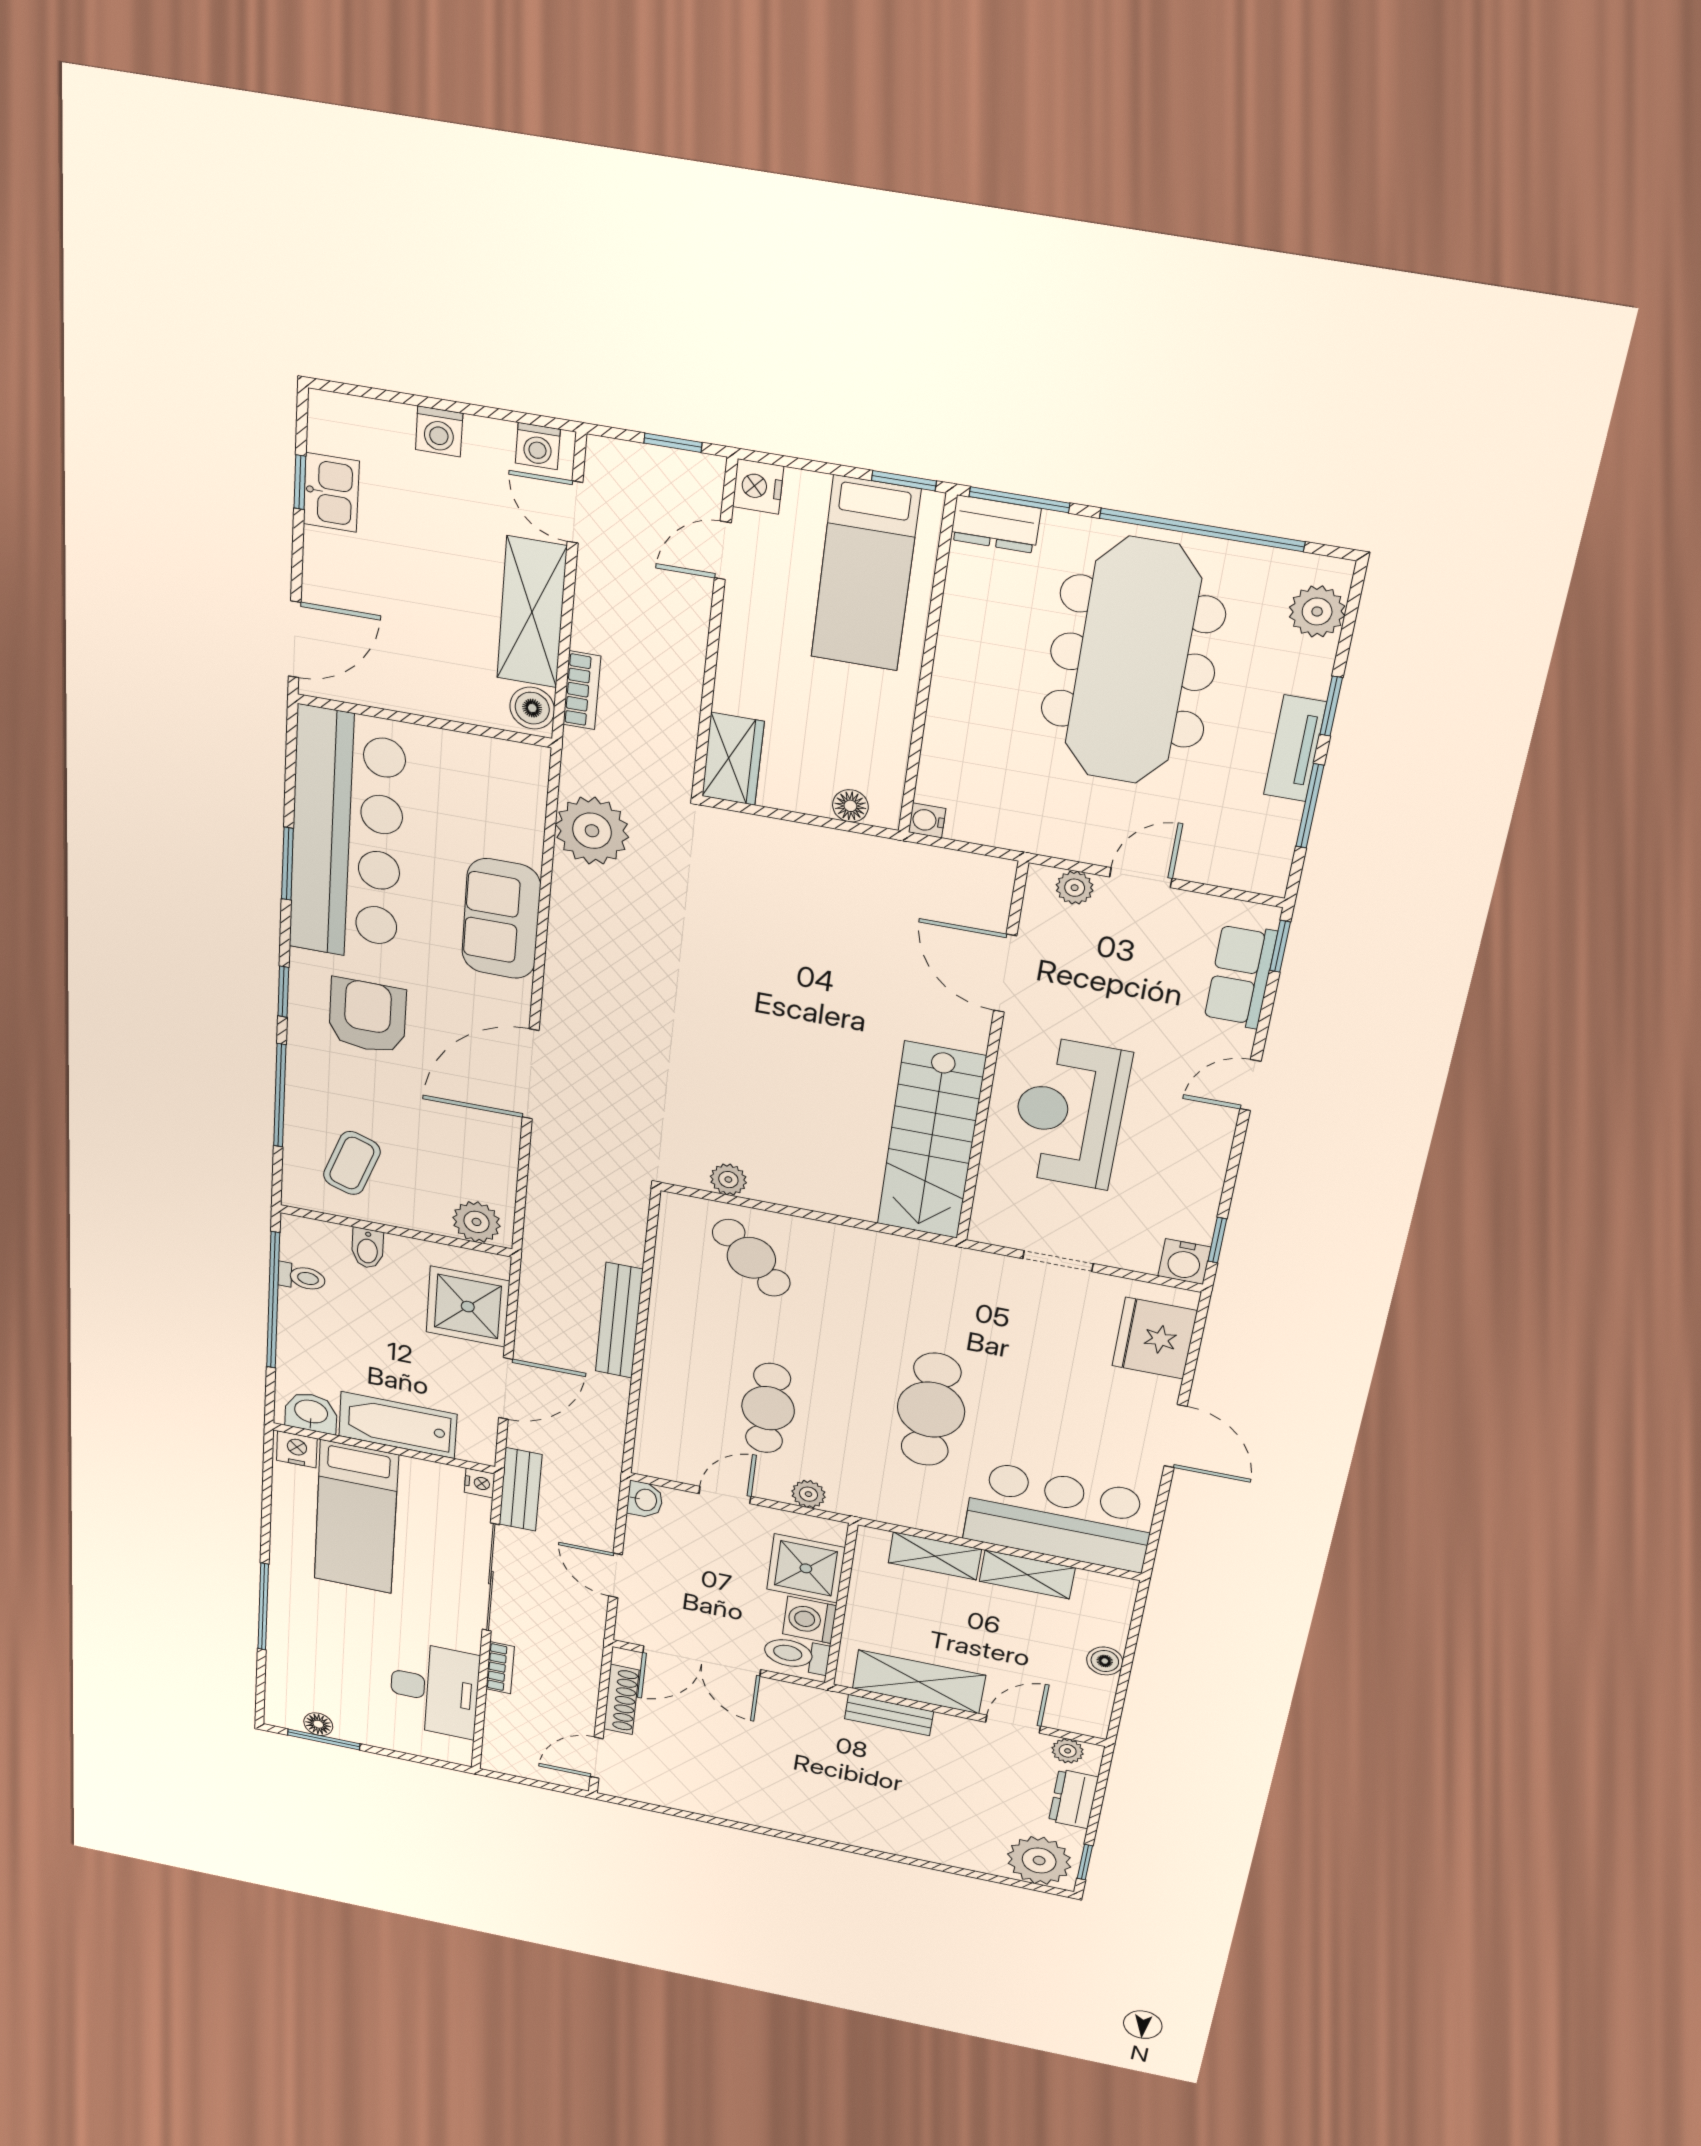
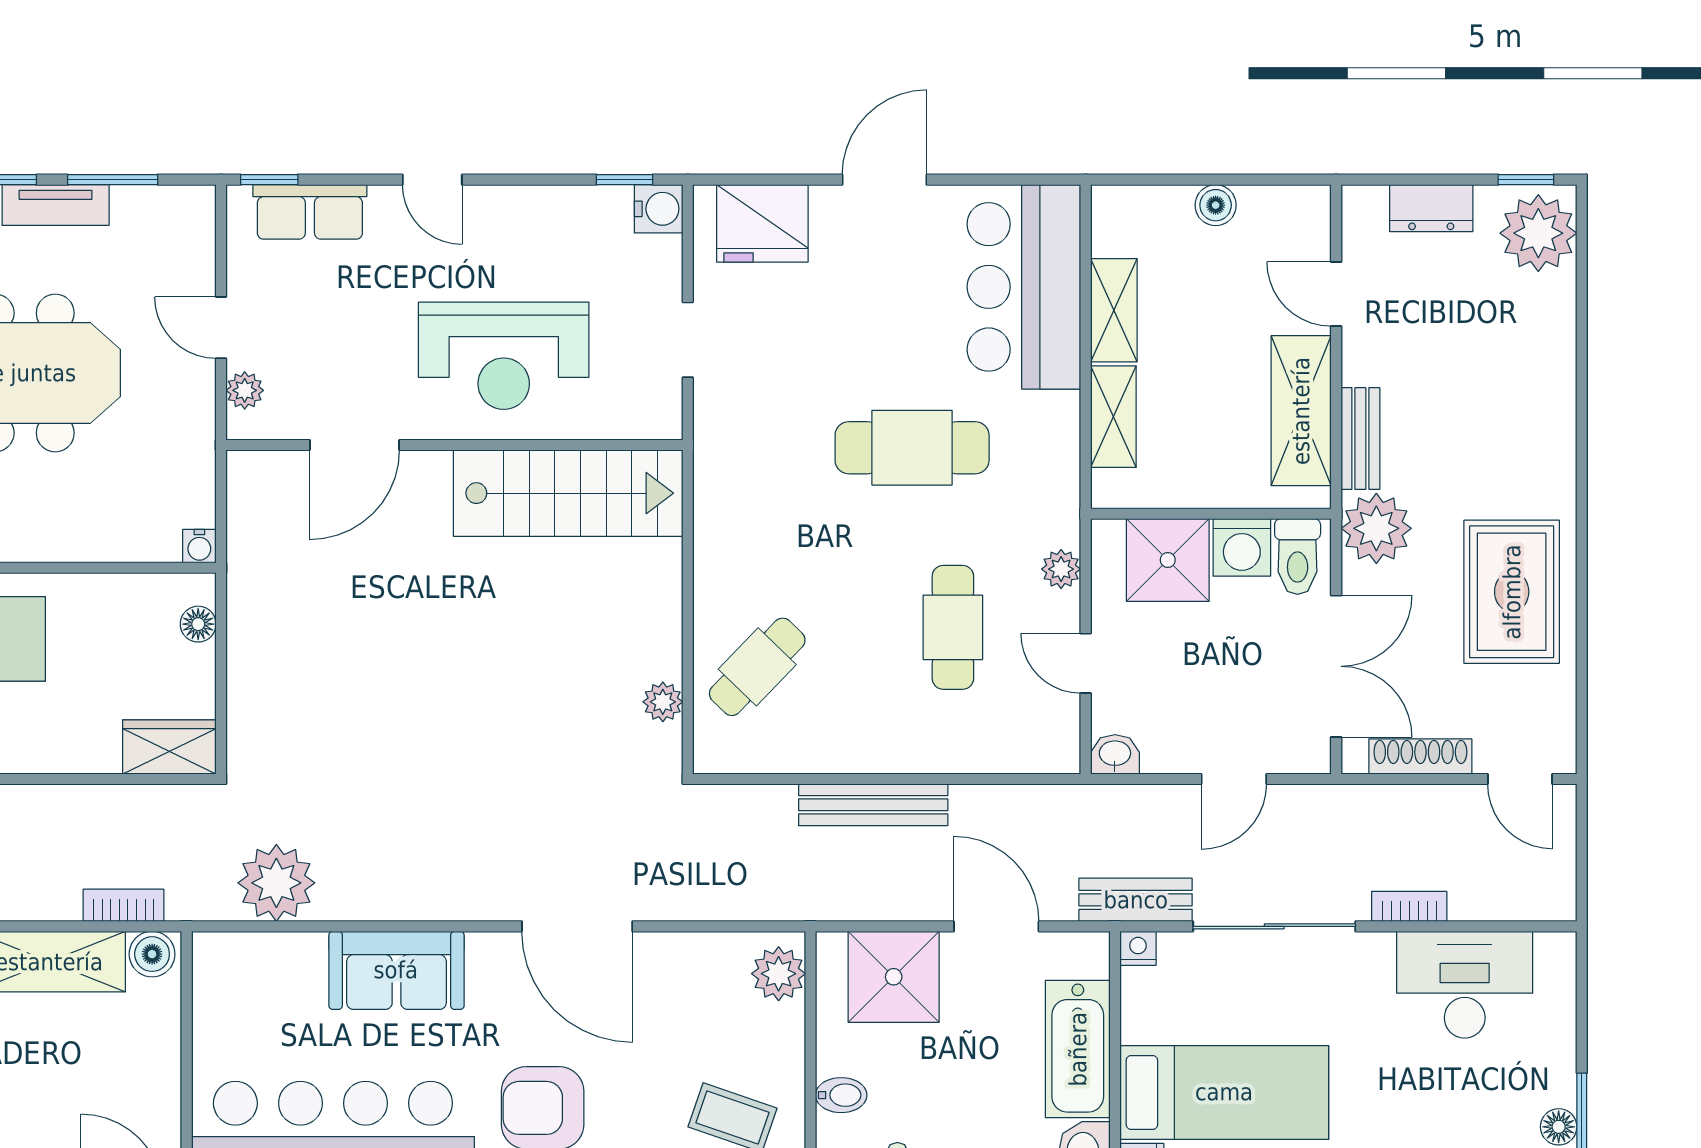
cafe table: (768, 1408) -> (953, 627), turned 90
plant: (1068, 1751) -> (1376, 528), moved, width x1.87, depth x1.87
rug: (748, 1784) -> (1512, 592), added

